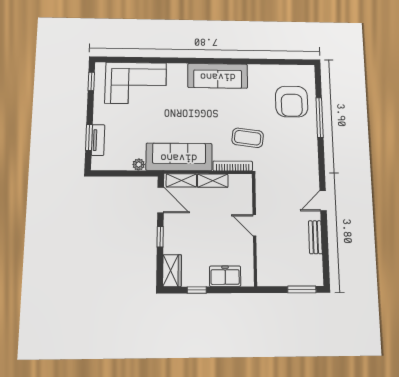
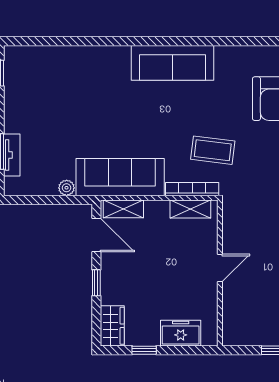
corner sofa: (136, 83) -> (60, 75), removed
shelving: (213, 181) -> (190, 209), moved
door: (254, 225) -> (220, 268), swing flipped

